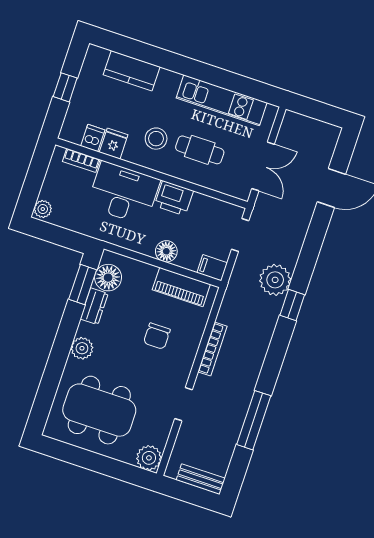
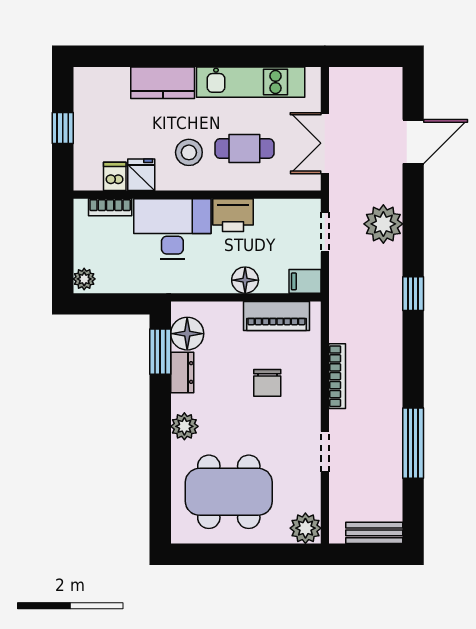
kitchen counter: (132, 71) -> (163, 83), moved
double door: (263, 166) -> (325, 143), swing flipped
plant: (275, 280) -> (383, 224), moved

